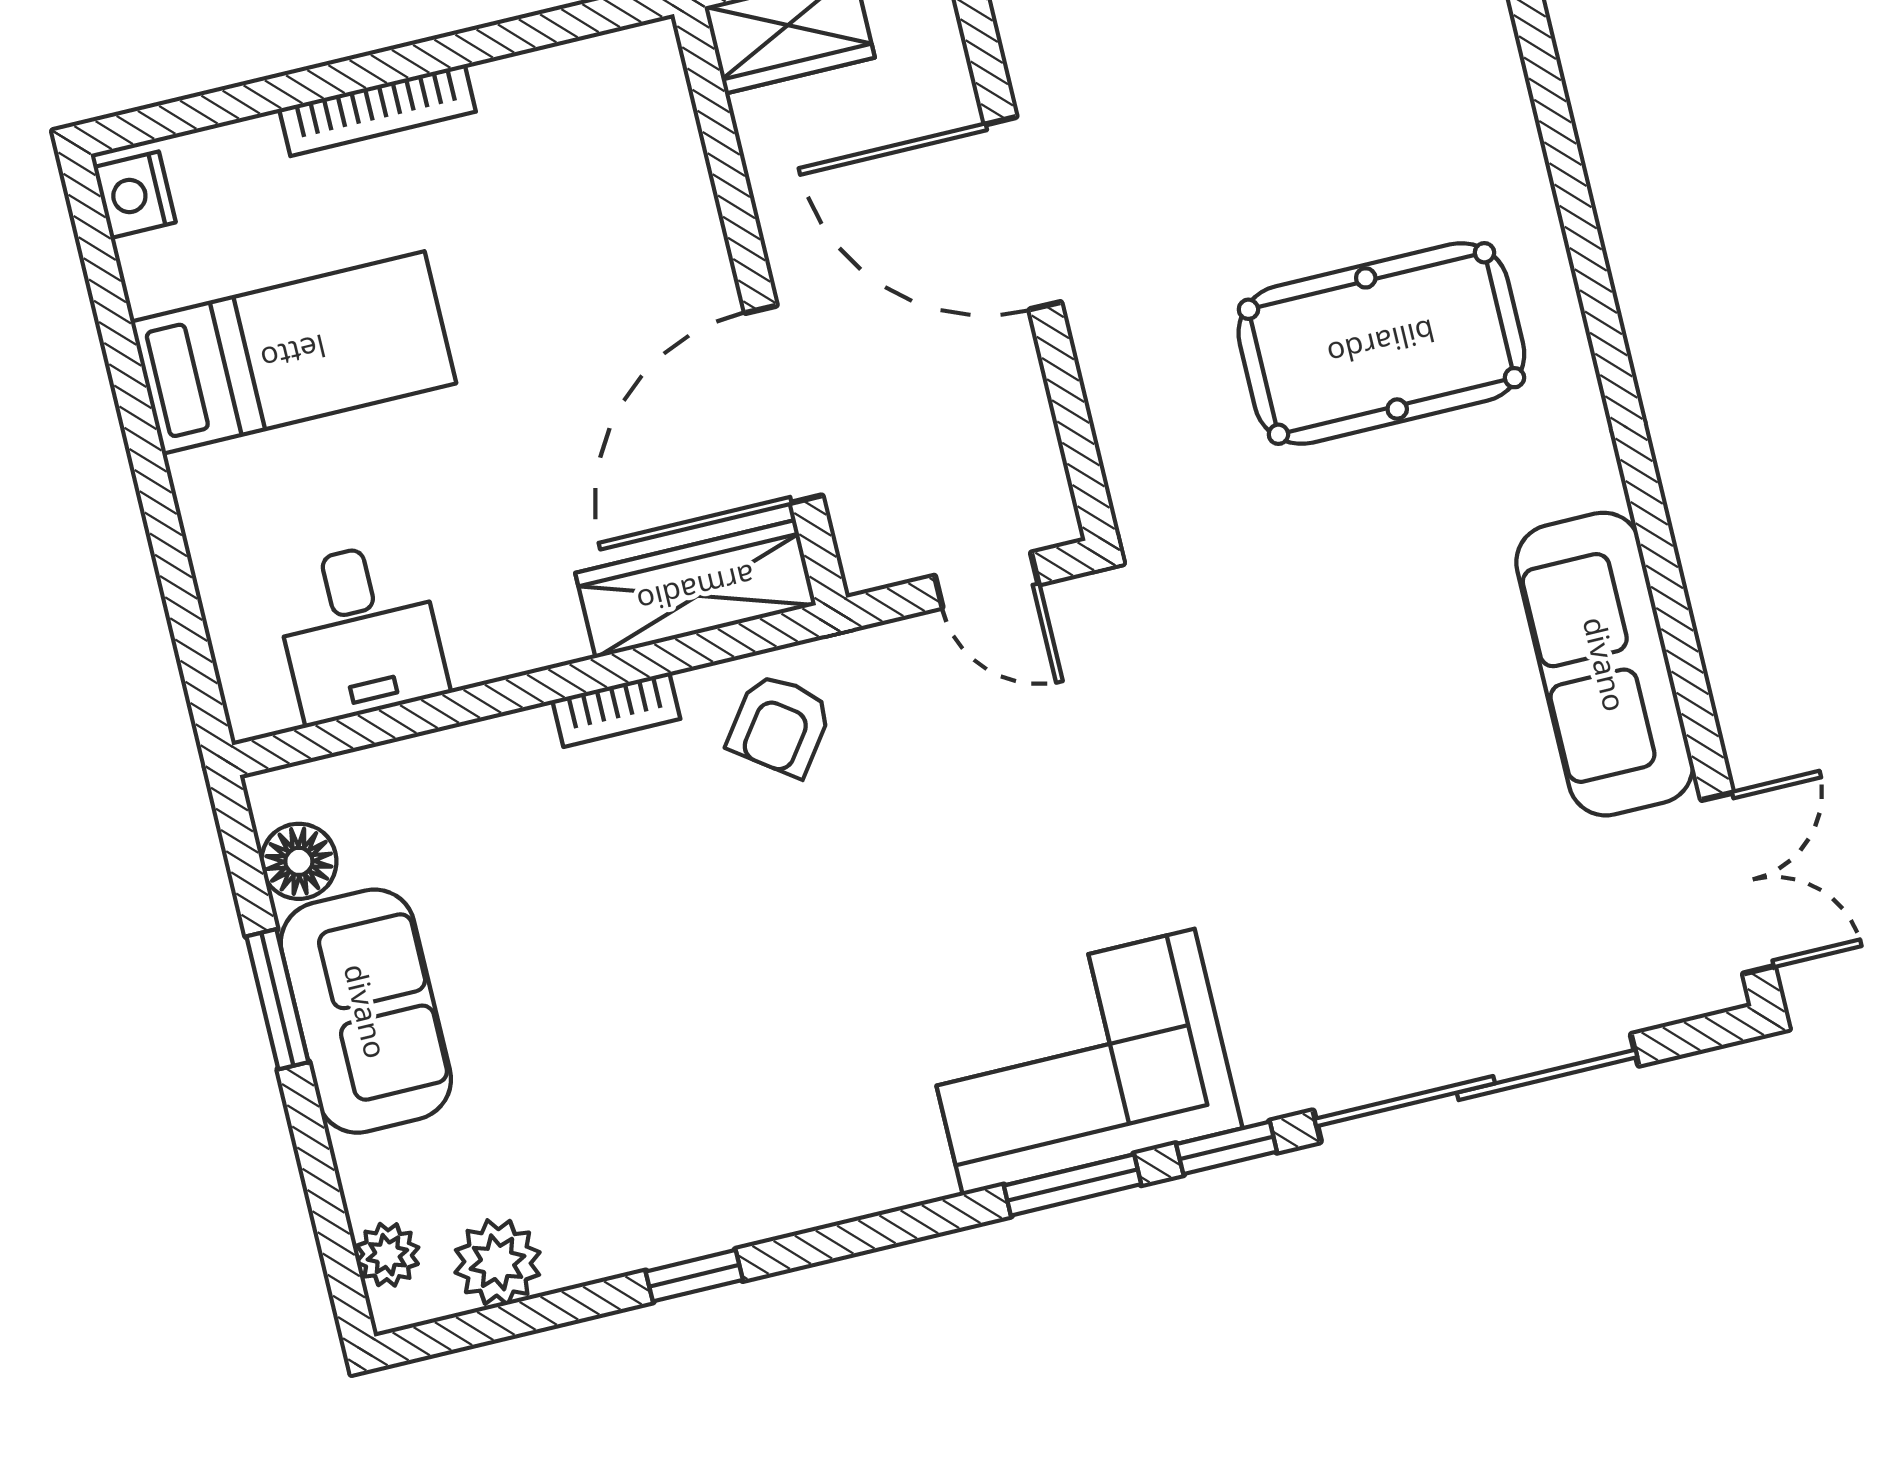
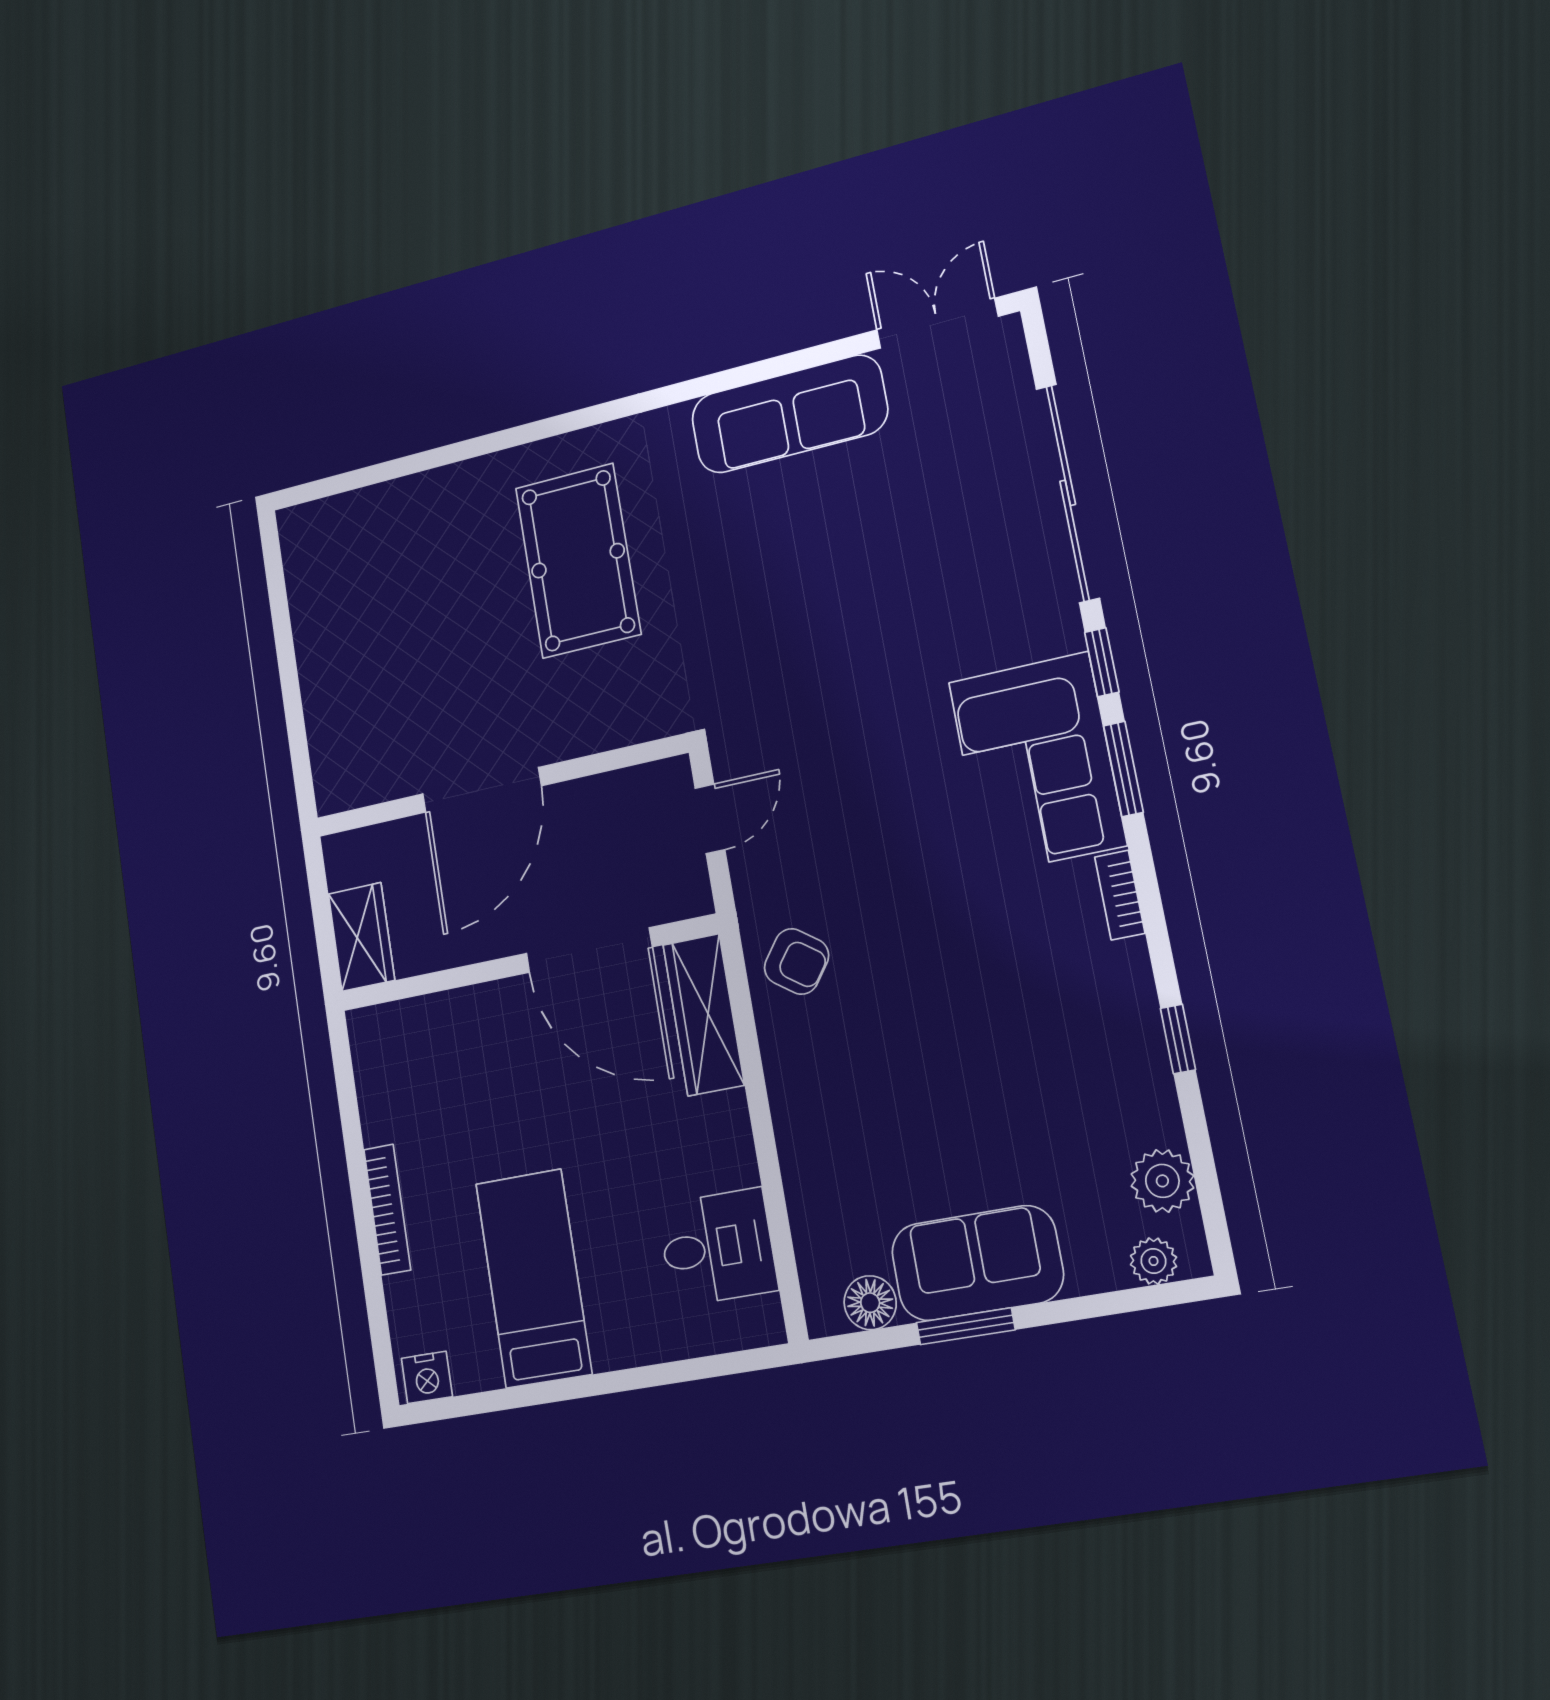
bookcase: (616, 710) -> (1120, 895), moved, turned 180

